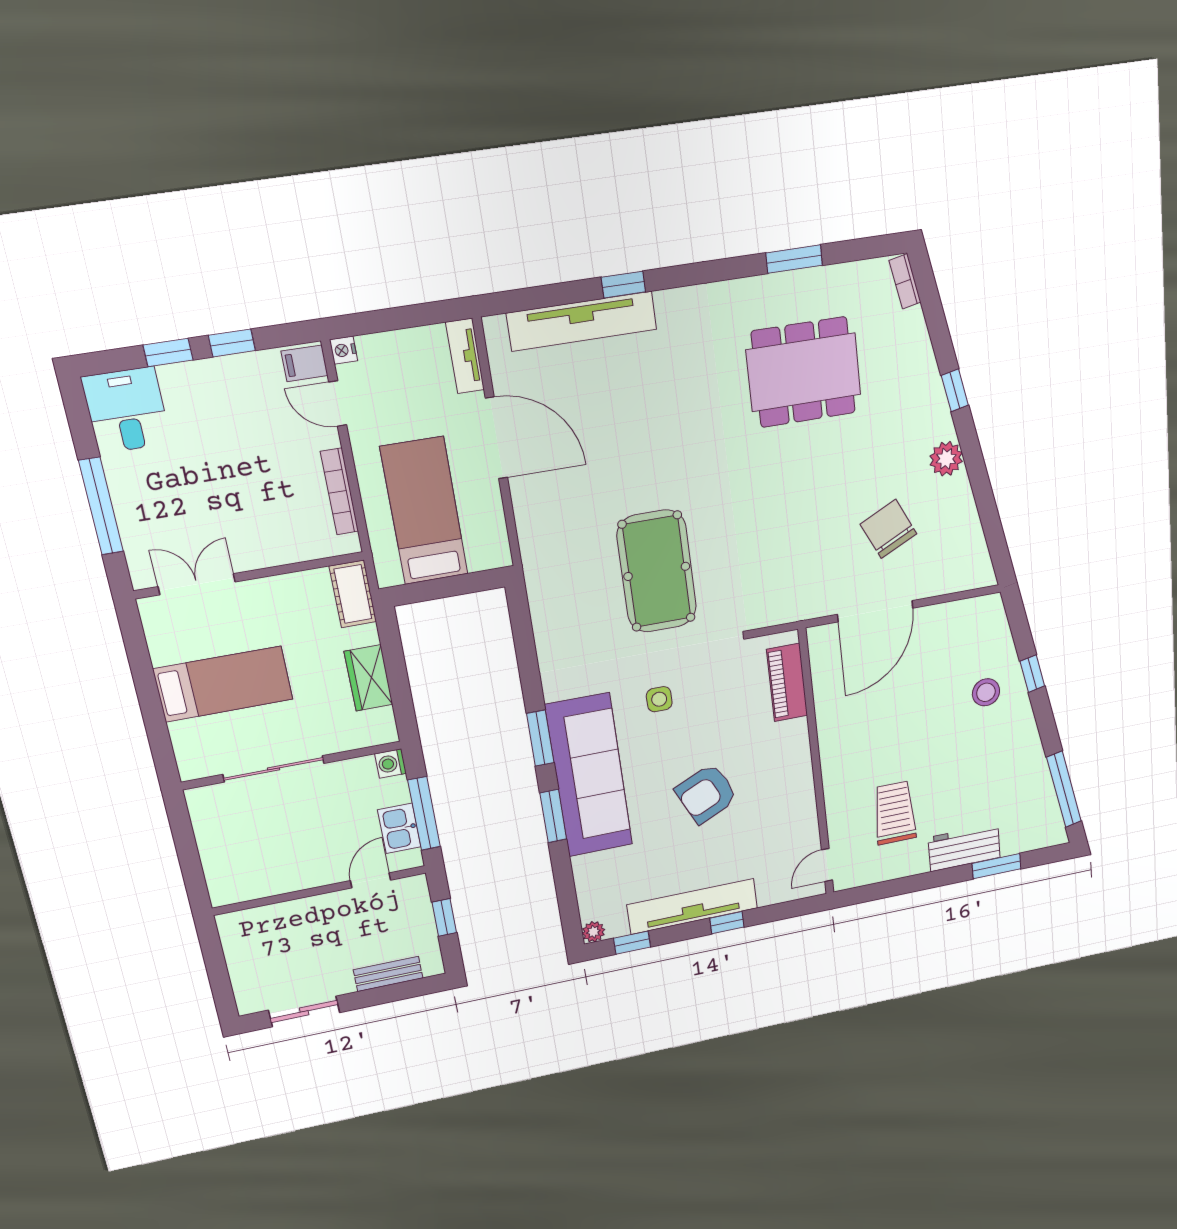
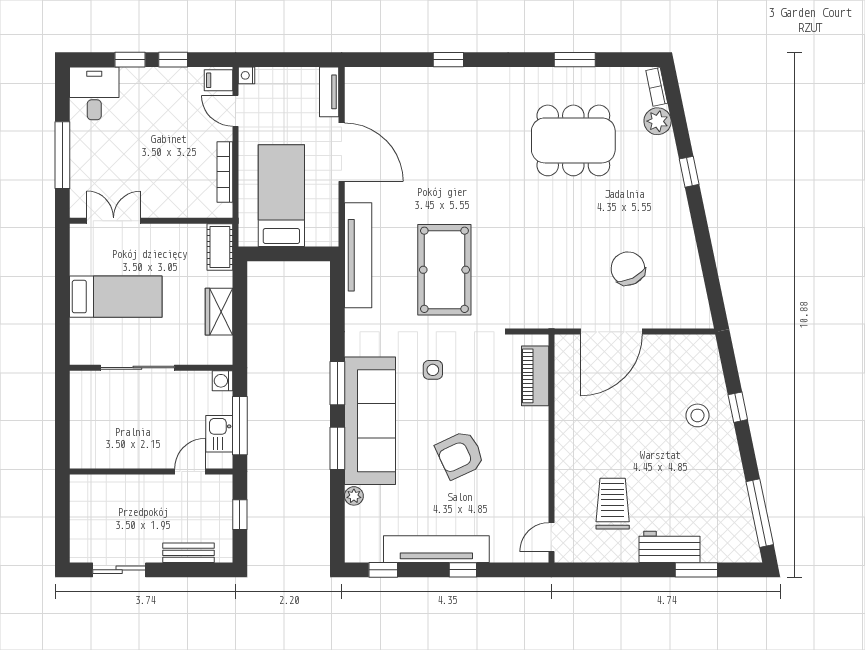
tv unit: (582, 321) -> (358, 255), moved, turned -90
plant: (946, 459) -> (658, 121), moved
plant: (593, 932) -> (354, 496), moved

